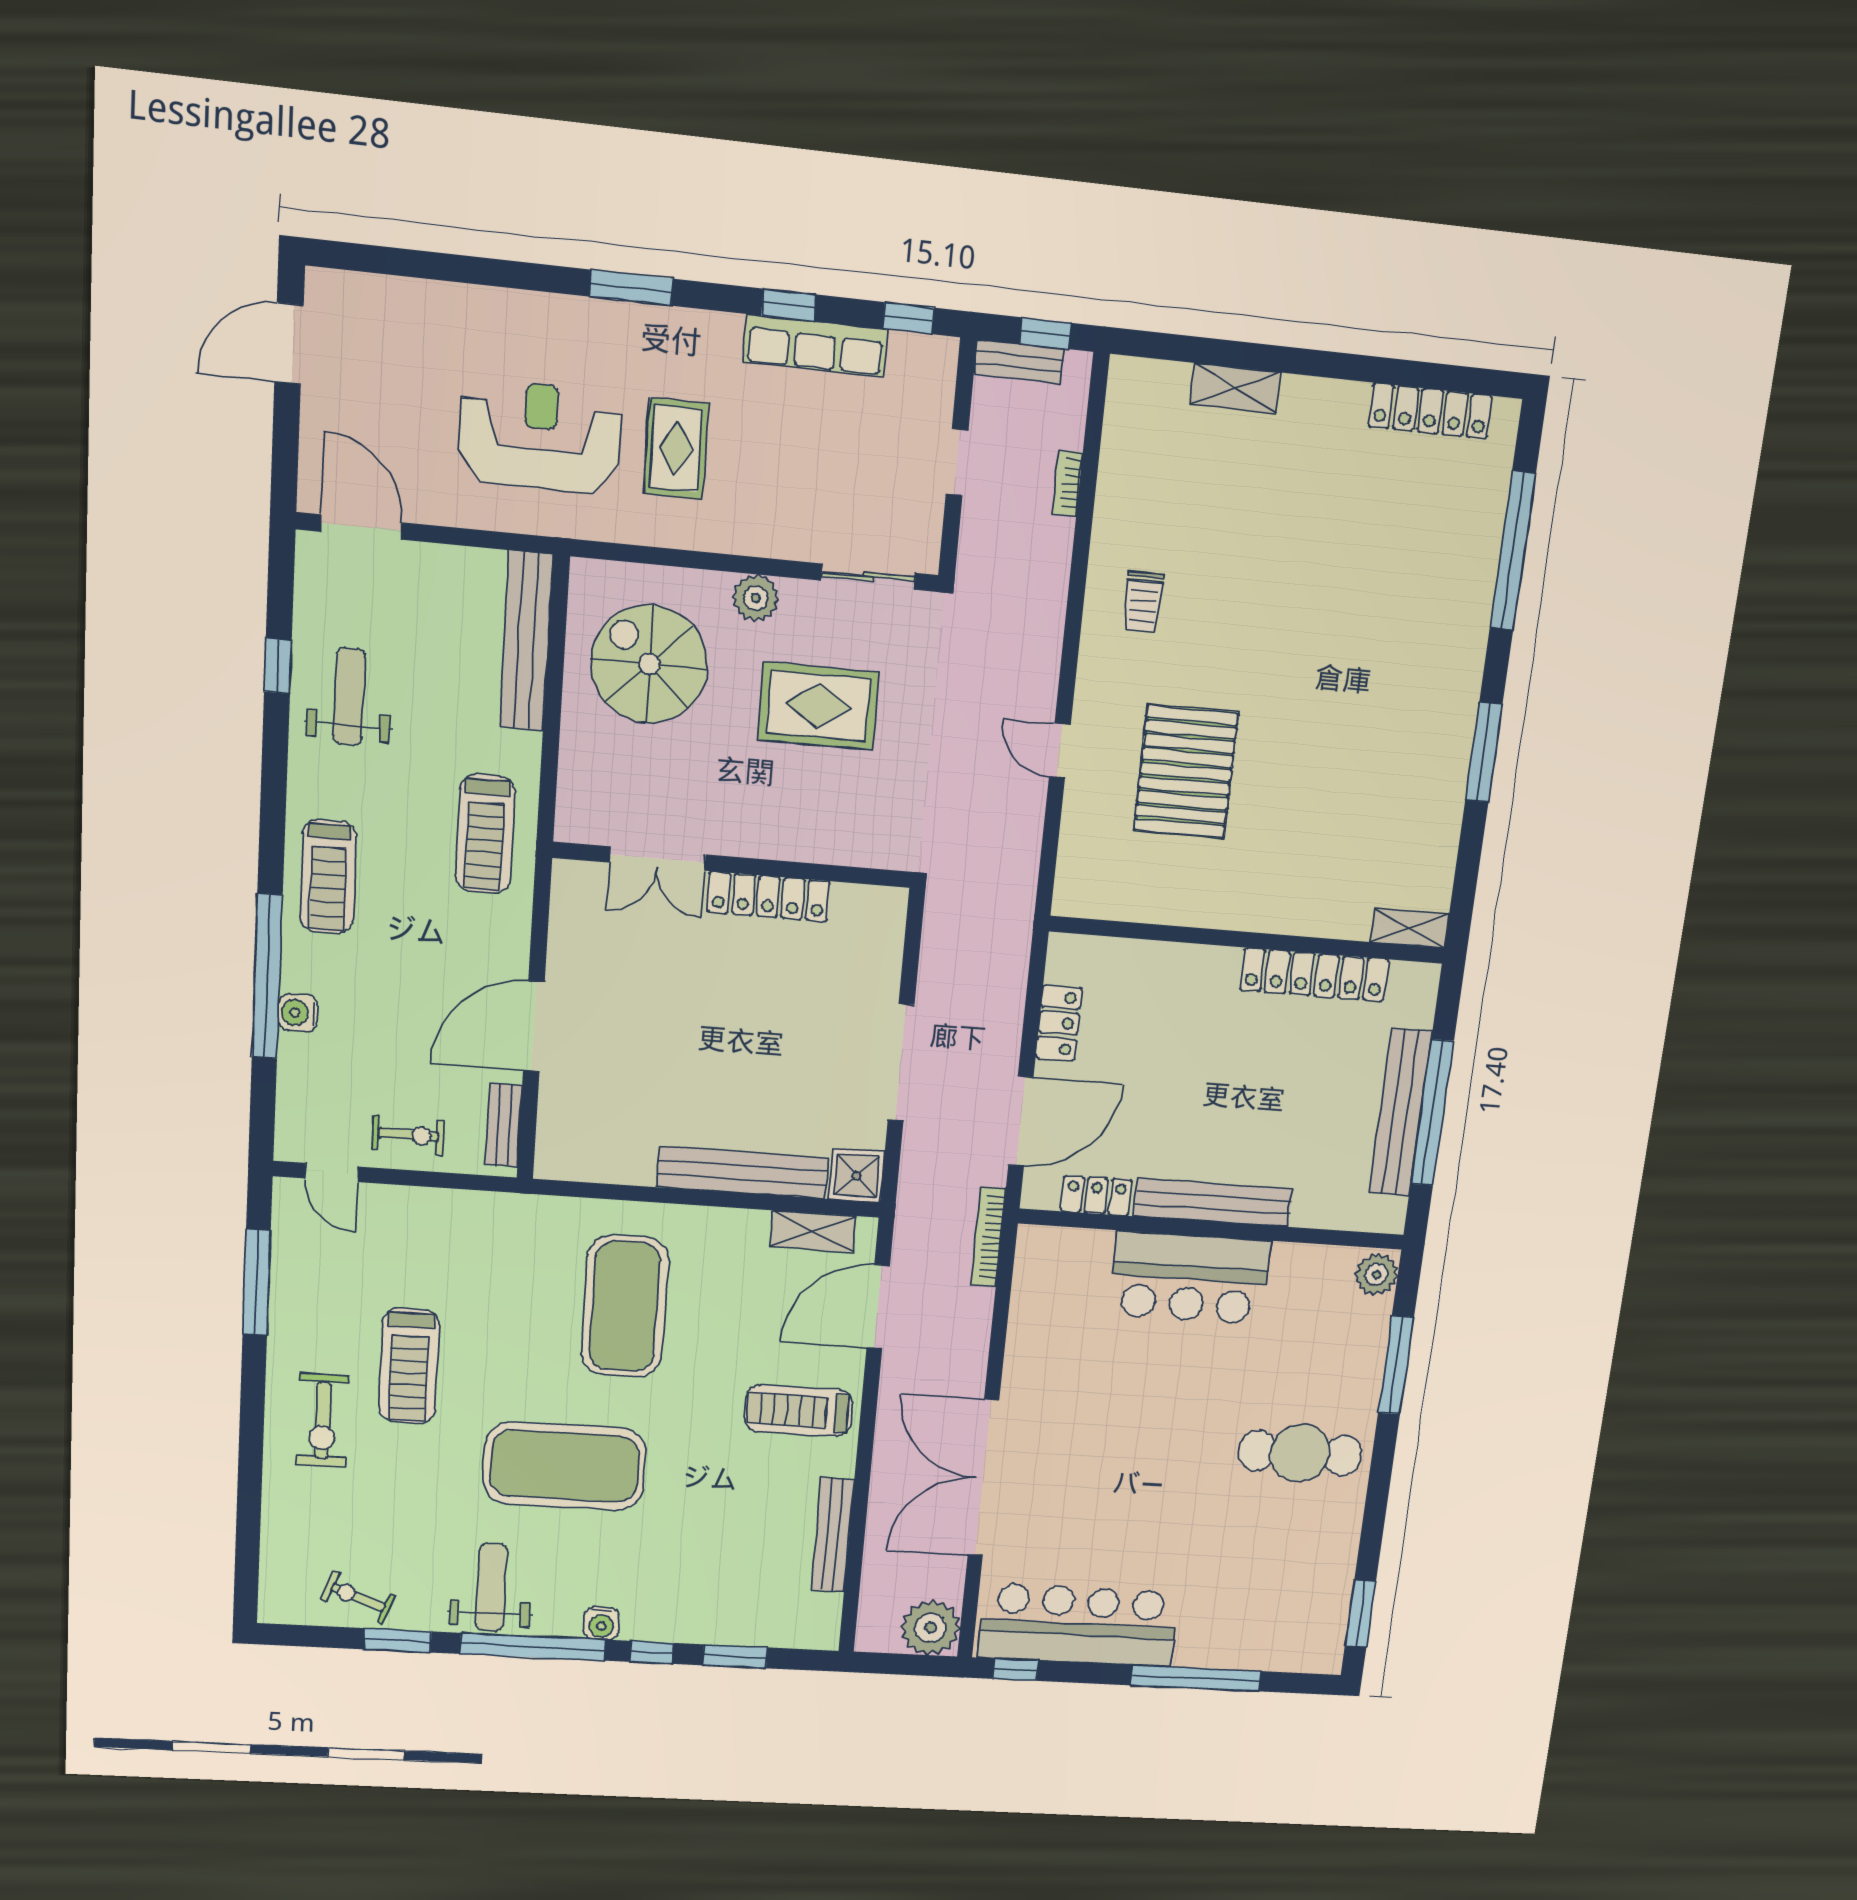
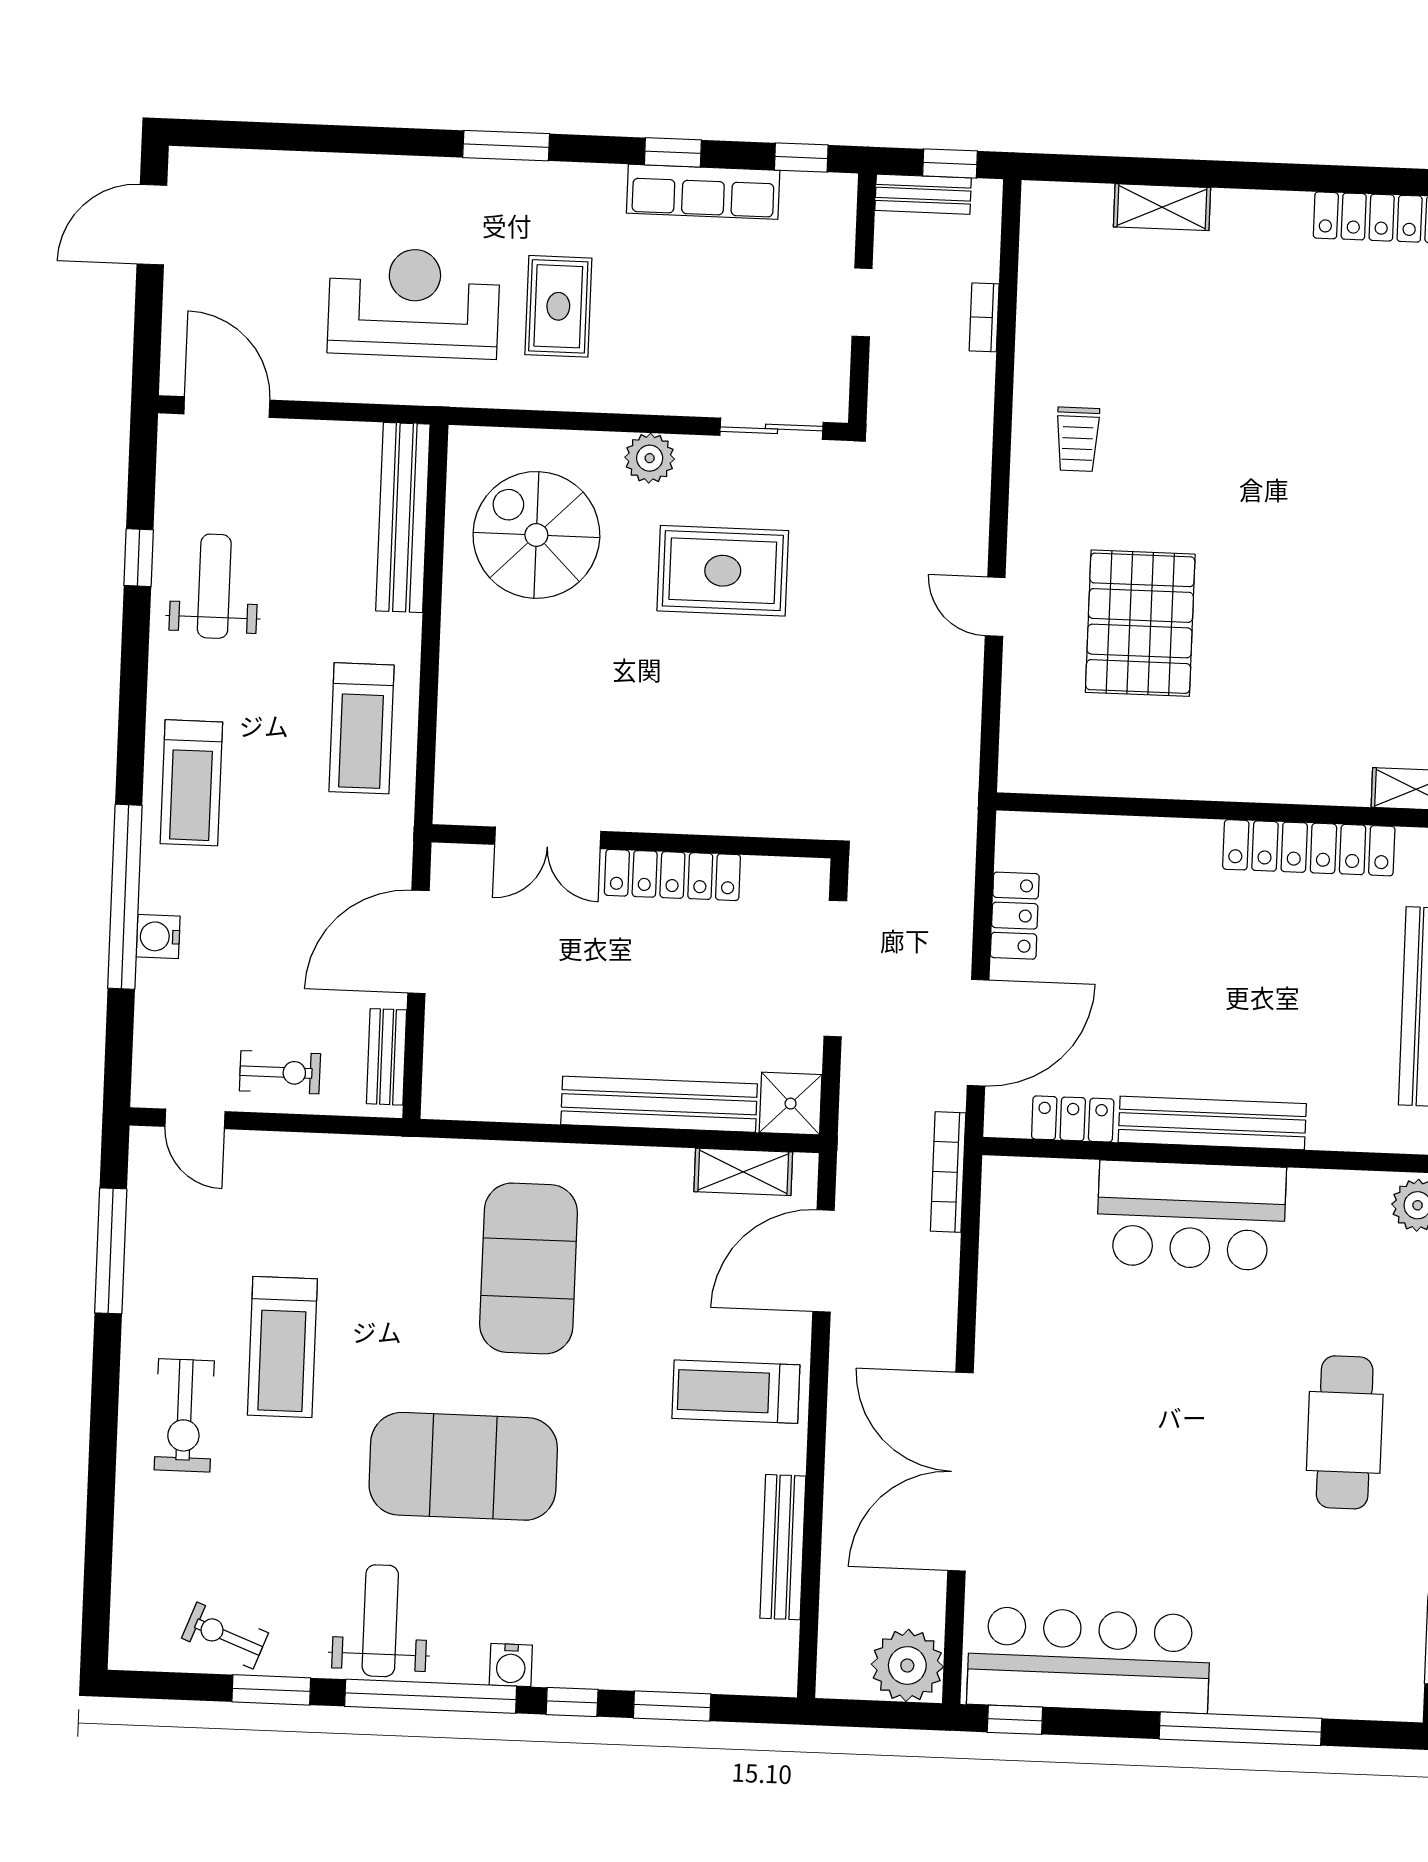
double door: (658, 859) -> (548, 838), moved
wall: (733, 865) -> (631, 841), moved
locker: (768, 897) -> (672, 875), moved
cafe table: (1300, 1453) -> (1345, 1432), turned 90

